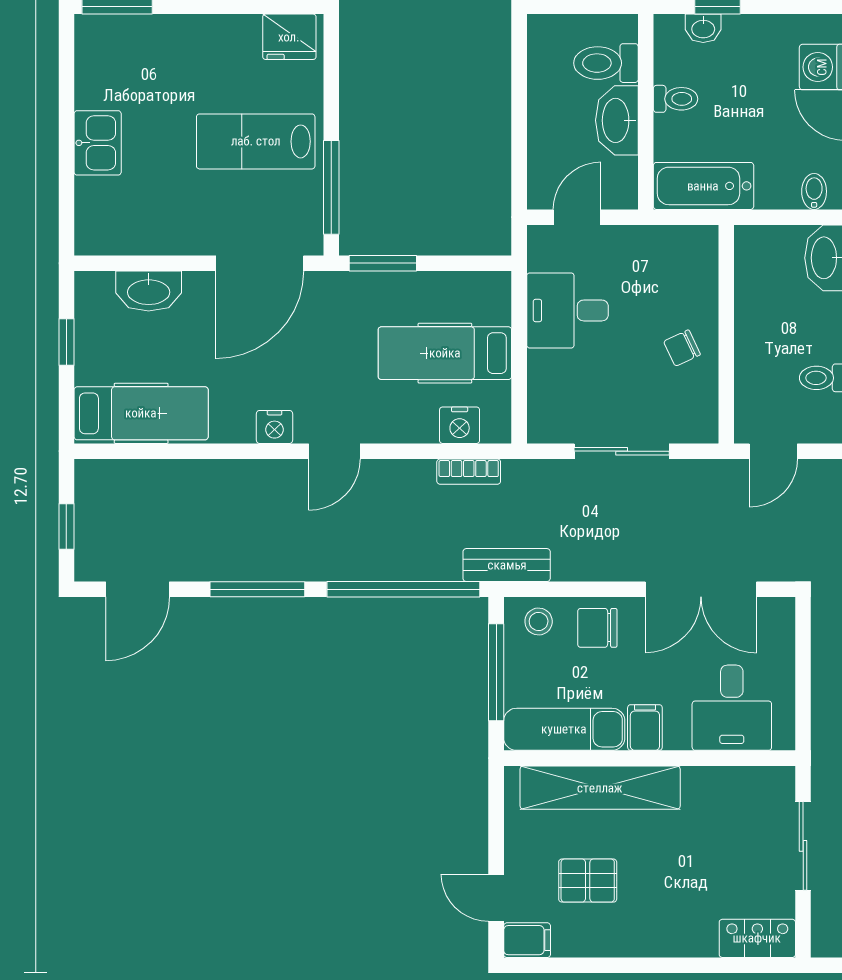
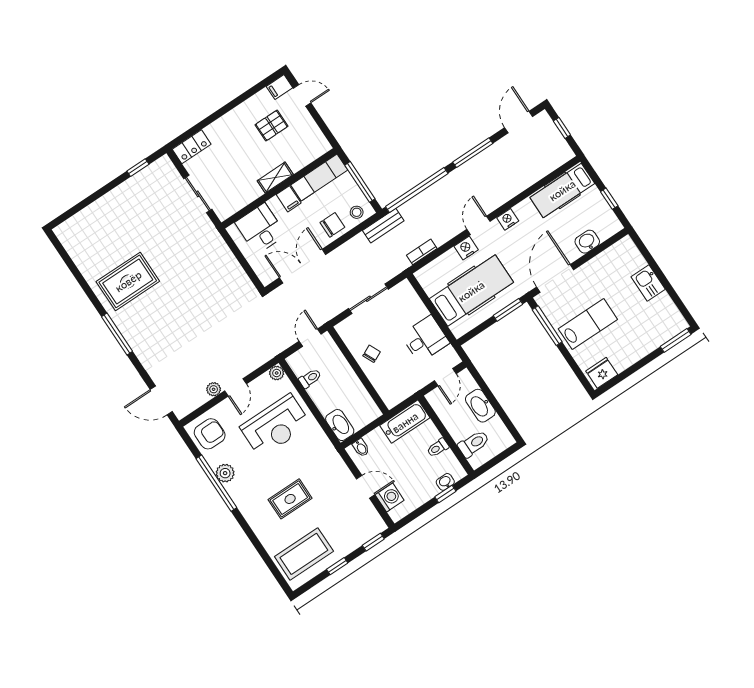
washbasin: (617, 120) -> (480, 406), moved, turned 180
washbasin: (149, 291) -> (587, 242), width x0.72
hospital bed: (445, 353) -> (471, 291), width x1.37, depth x1.29
nightstand: (460, 425) -> (466, 248), moved
shelving: (600, 788) -> (275, 178), width x0.45, depth x0.75

